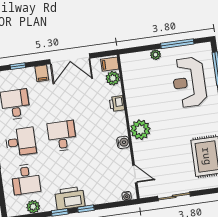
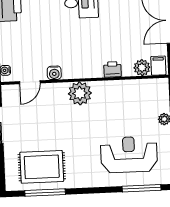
water cooler: (123, 142) -> (54, 73), moved

